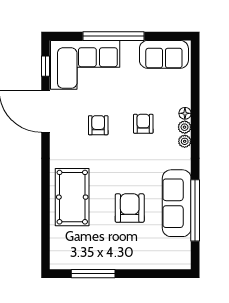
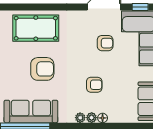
armchair: (98, 125) -> (105, 43), moved
armchair: (130, 208) -> (42, 69), moved

